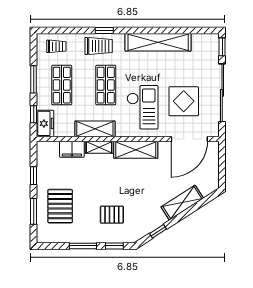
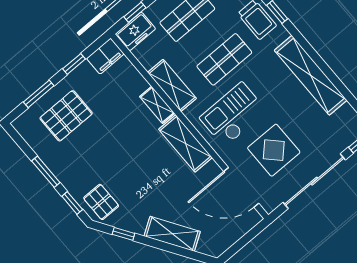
checkout: (143, 107) -> (233, 114), turned 180
filing cabinet: (72, 149) -> (105, 56), moved, turned -90
pallet: (112, 215) -> (101, 202), moved

